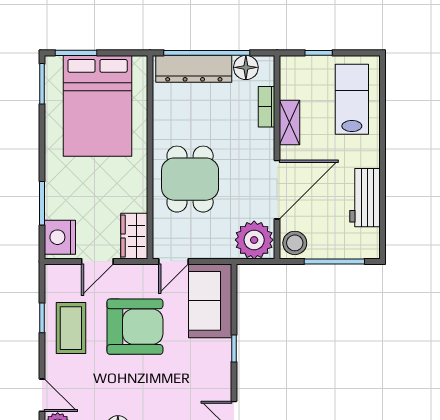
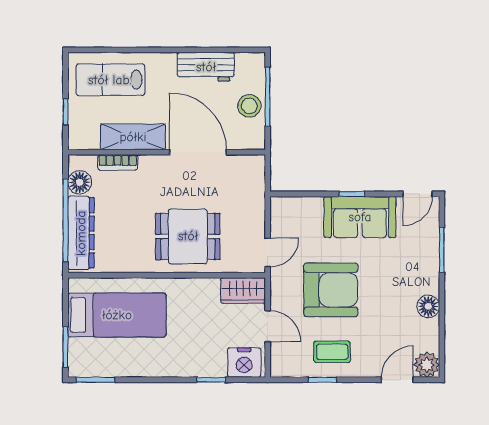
bed: (98, 106) -> (117, 315), width x0.67
shelving: (290, 122) -> (133, 137), width x1.50, depth x1.33
window: (42, 203) -> (211, 380), width x0.67
plant: (254, 240) -> (247, 174), removed
stool: (295, 243) -> (249, 106), moved
door: (174, 261) -> (268, 252), hinge flipped
sofa: (210, 301) -> (360, 217), moved
armchair: (135, 327) -> (331, 290), turned 90
coffee table: (71, 328) -> (332, 352), width x0.73, depth x0.77

